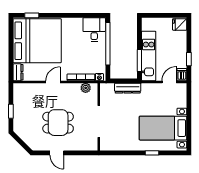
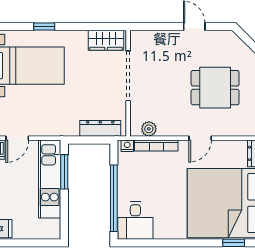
dresser: (128, 88) -> (100, 128), moved
dining table: (58, 123) -> (215, 88), moved
wardrobe: (113, 144) -> (106, 40), added

